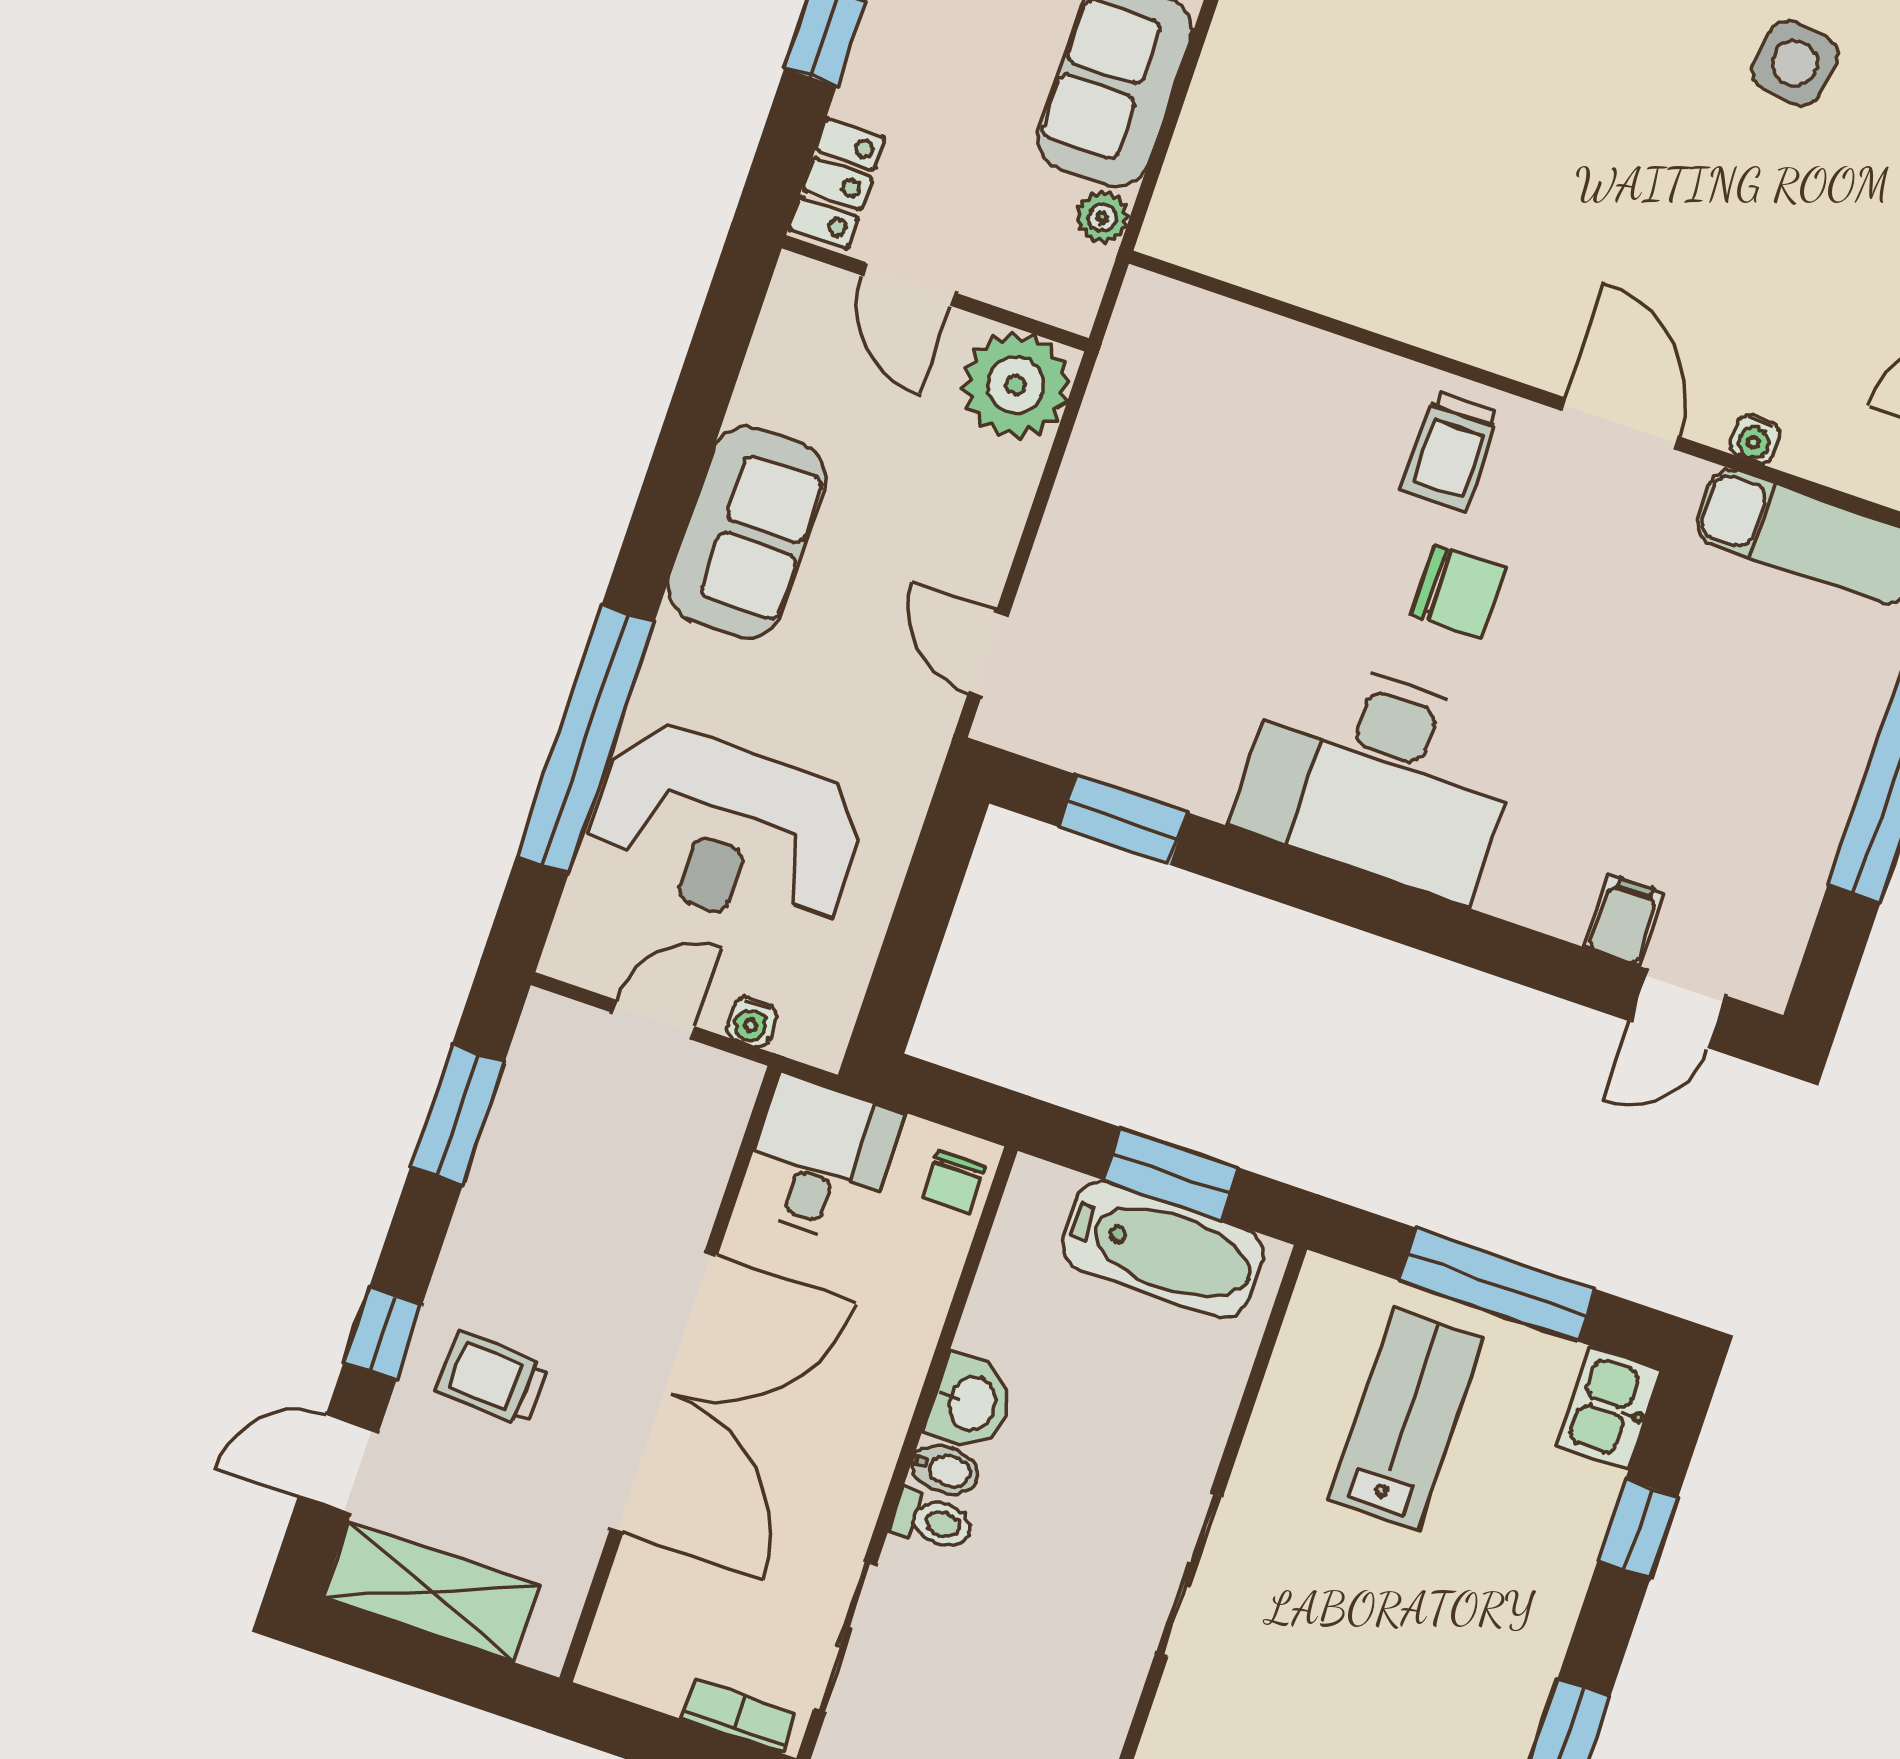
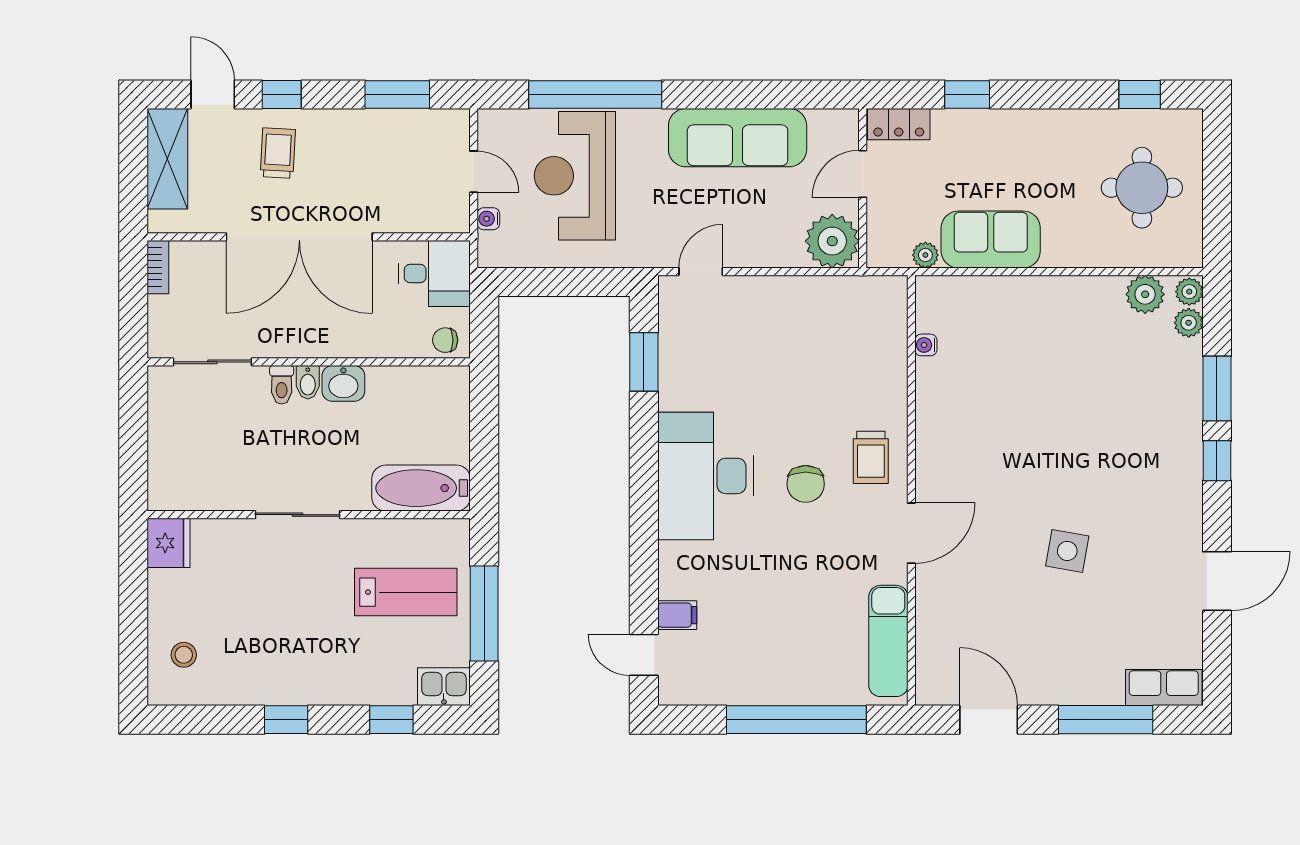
side table: (1795, 63) -> (1067, 551), moved
water cooler: (1755, 439) -> (926, 345), moved
trolley: (1451, 451) -> (871, 457), turned -90
sofa: (747, 532) -> (738, 138), width x1.36
window: (1171, 1174) -> (484, 442), removed
bathtub: (1163, 1249) -> (421, 488), moved, turned 90
bookcase: (738, 1716) -> (158, 267), moved

